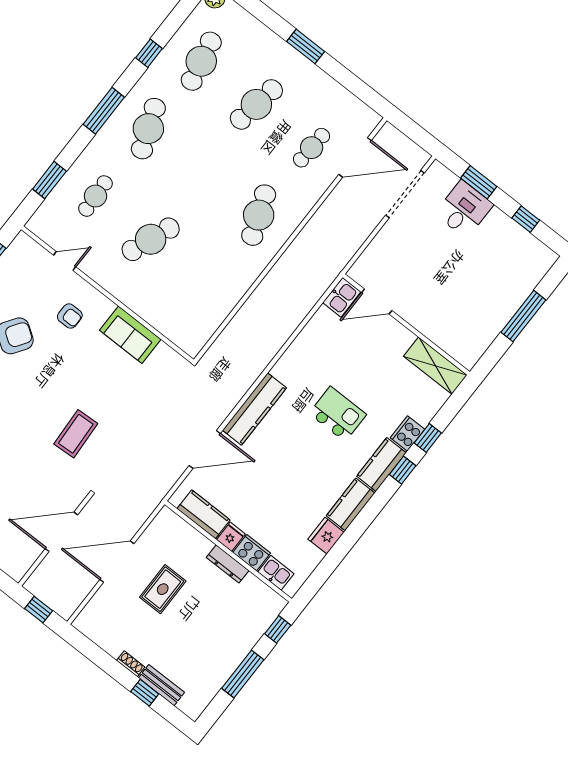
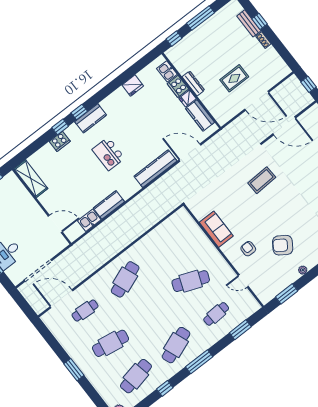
door: (377, 302) -> (55, 224), moved
wall: (406, 325) -> (42, 207), moved
shelving: (435, 366) -> (31, 179), moved
cooker: (407, 434) -> (60, 141), moved
kitchen counter: (351, 504) -> (109, 205), moved, turned 180

